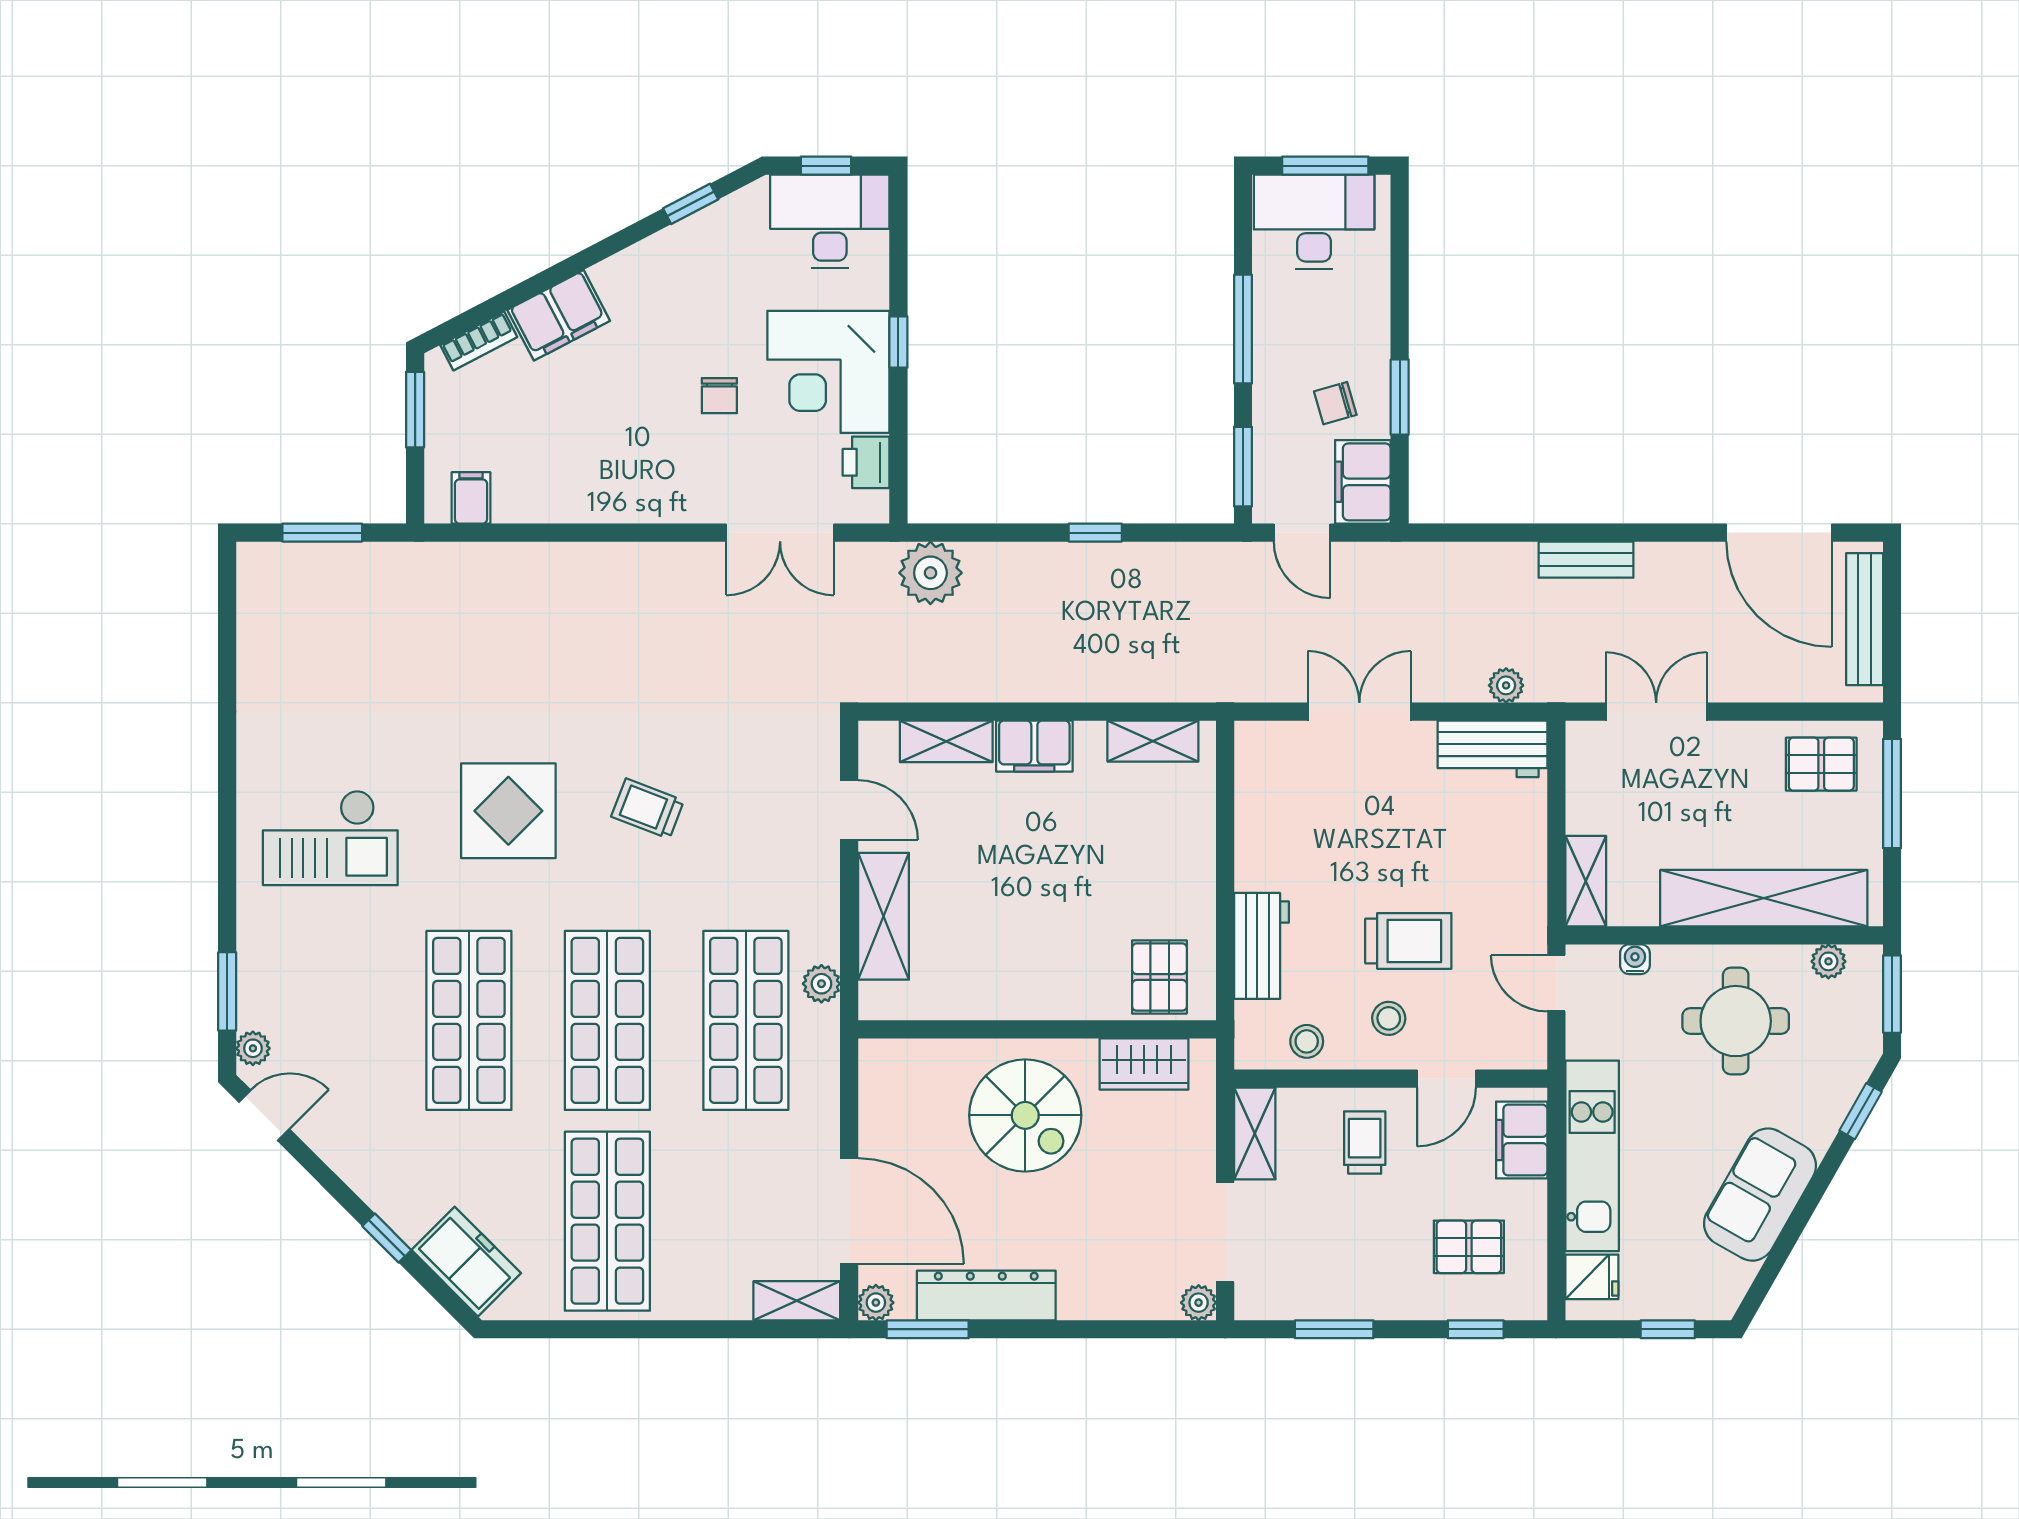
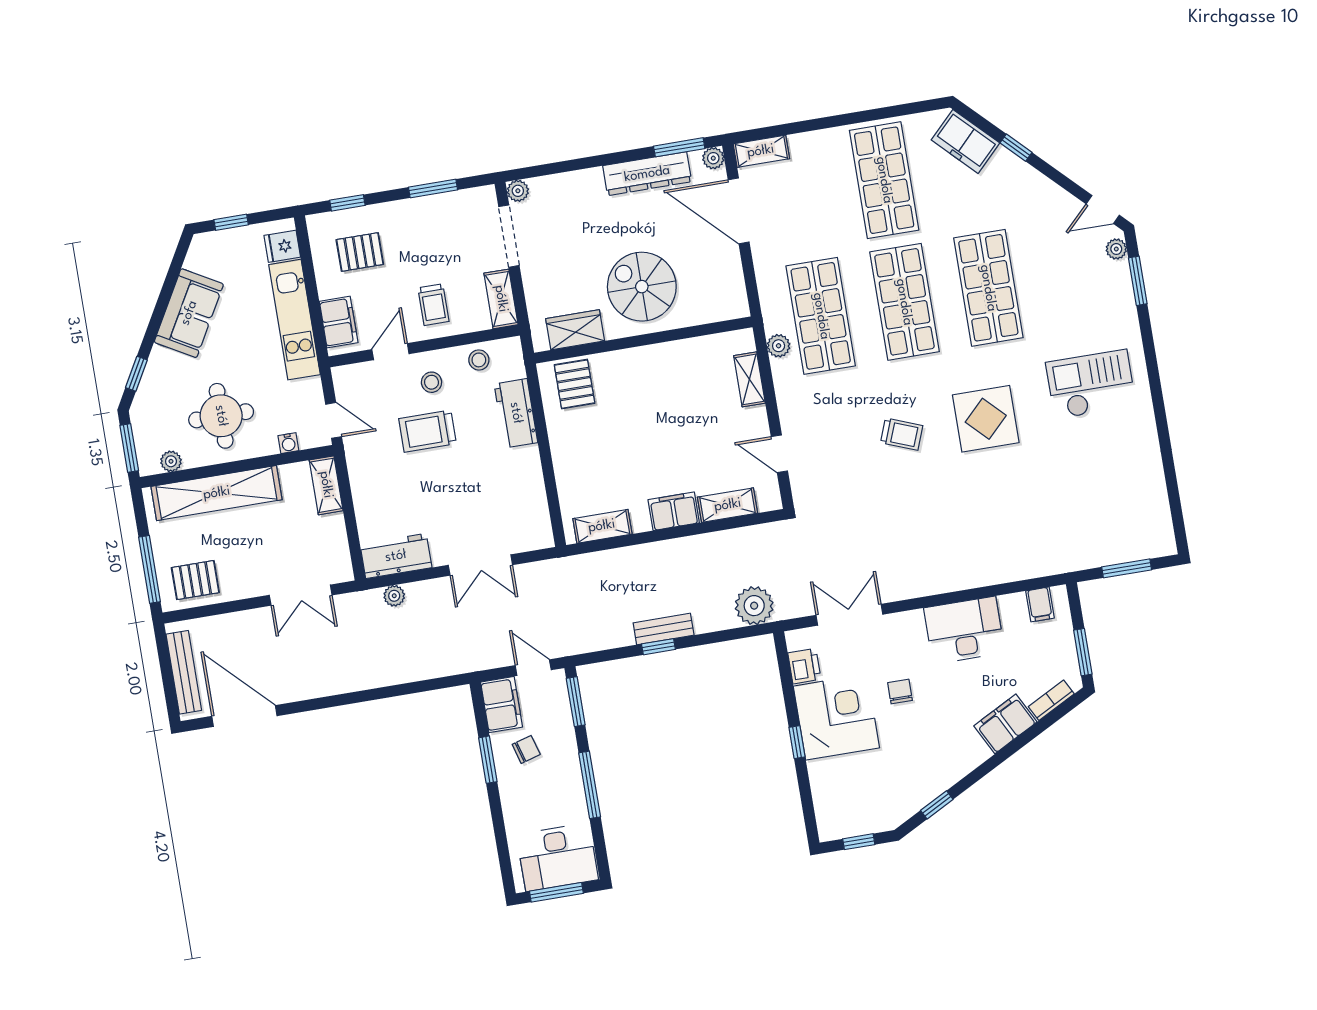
desk: (830, 221) -> (964, 630), moved, turned 180
bench: (1586, 560) -> (664, 629), moved
shelving: (884, 916) -> (749, 379), width x0.67, depth x0.75

